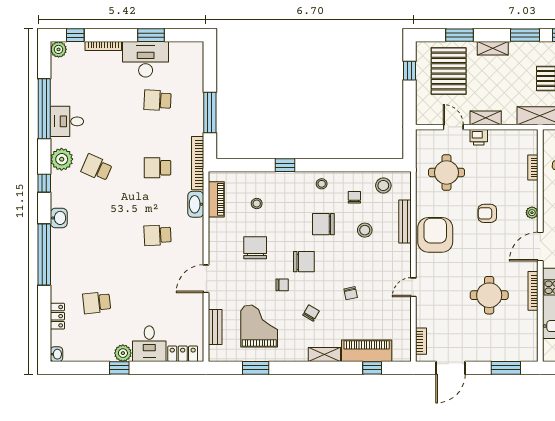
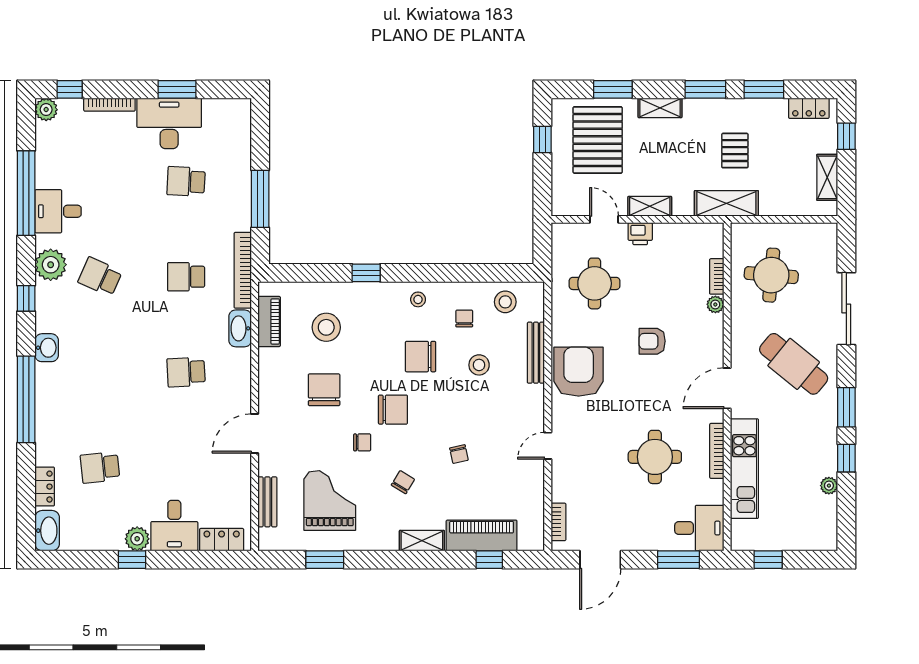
stool: (257, 204) -> (326, 327), width x1.89, depth x1.89
plant: (532, 213) -> (715, 304), moved
desk: (521, 346) -> (699, 528), added
washbasin: (57, 354) -> (47, 531), width x1.91, depth x1.45

